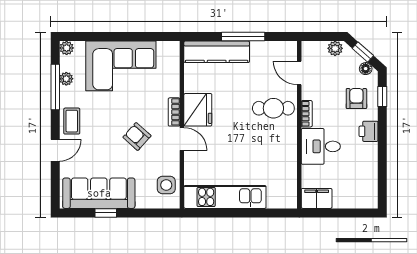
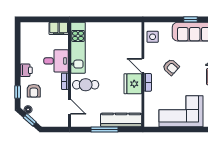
plant: (335, 48) -> (47, 122), removed
kitchen unit: (225, 197) -> (78, 48), moved, turned -90

